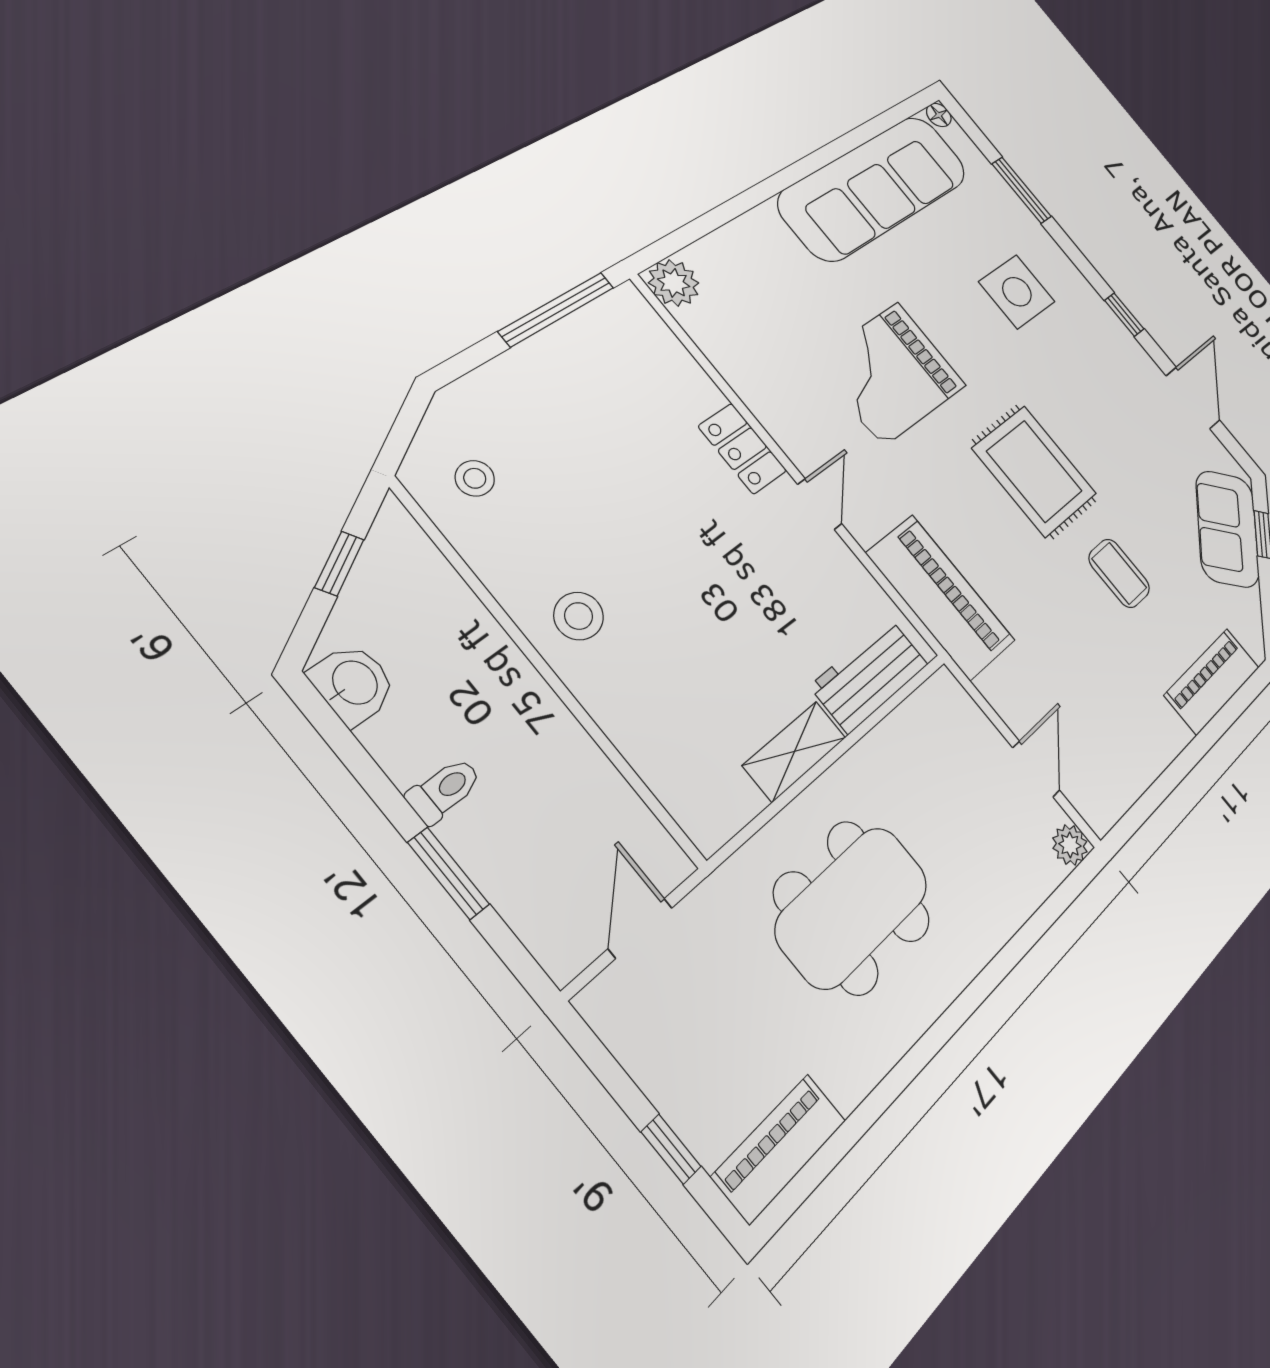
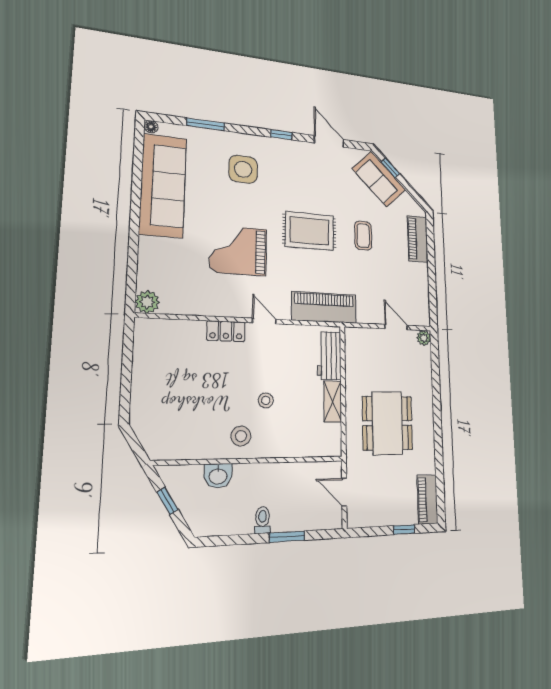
window: (557, 309) -> (127, 355), removed
grand piano: (890, 373) -> (238, 251), turned 90
stool: (475, 478) -> (266, 400), moved
coffee table: (1119, 573) -> (363, 236), turned 90
washbasin: (353, 684) -> (218, 476), moved, turned 180

